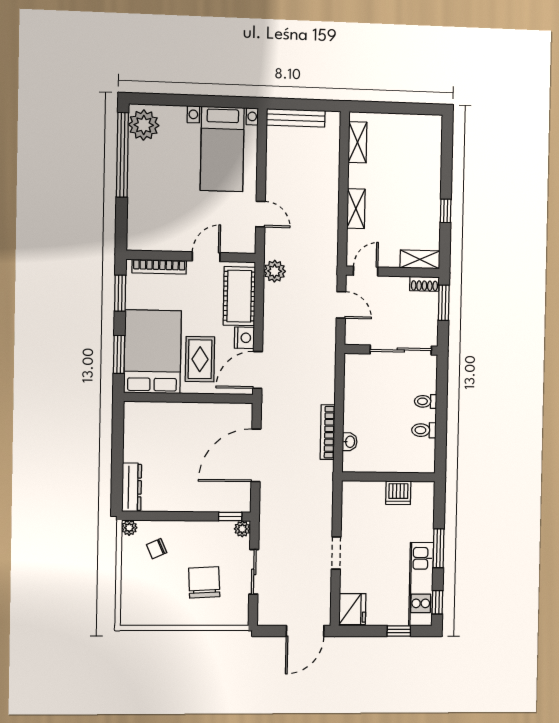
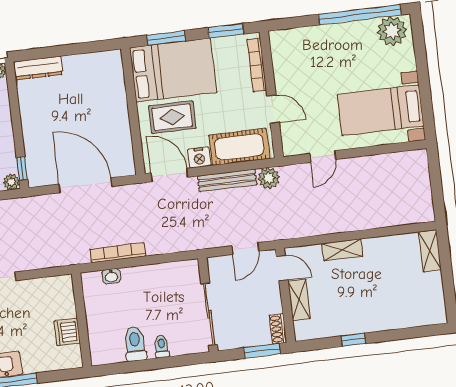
bench: (296, 118) -> (227, 180), moved, turned 90
shelving: (357, 142) -> (430, 251), moved, turned 90
shelving: (420, 259) -> (299, 300), moved
toilet: (424, 430) -> (135, 344), width x1.37, depth x1.39

